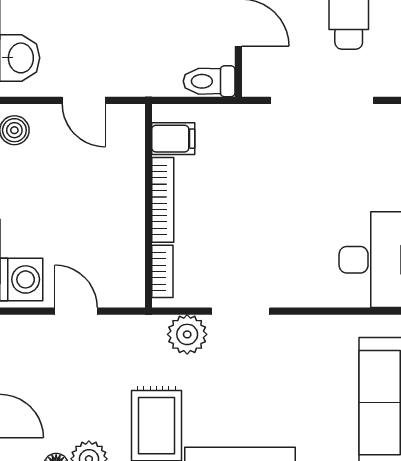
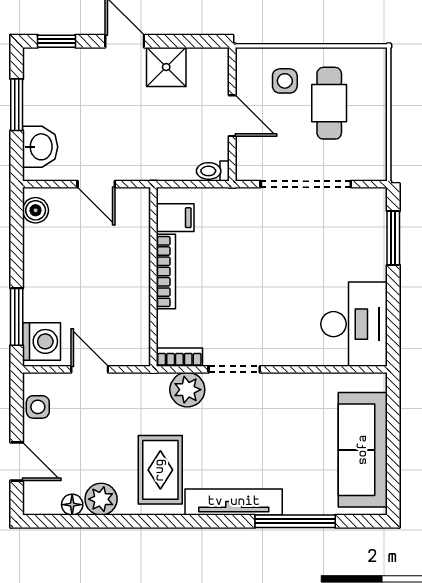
toilet: (209, 81) -> (213, 171), width x0.73, depth x0.72
bookcase: (162, 271) -> (179, 357), moved, turned -90
side table: (17, 354) -> (38, 407), added

